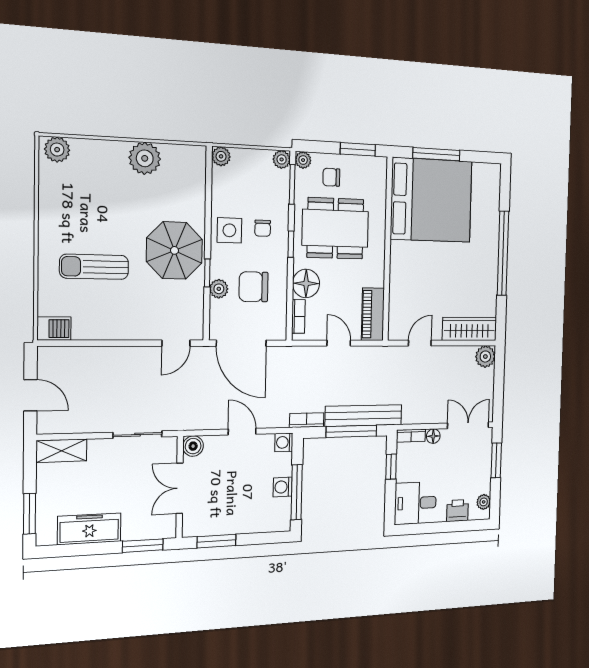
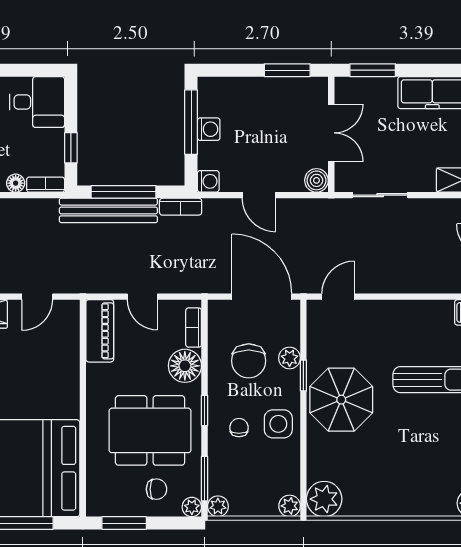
plant: (145, 158) -> (324, 499), moved
chair: (253, 287) -> (249, 361), turned 90

